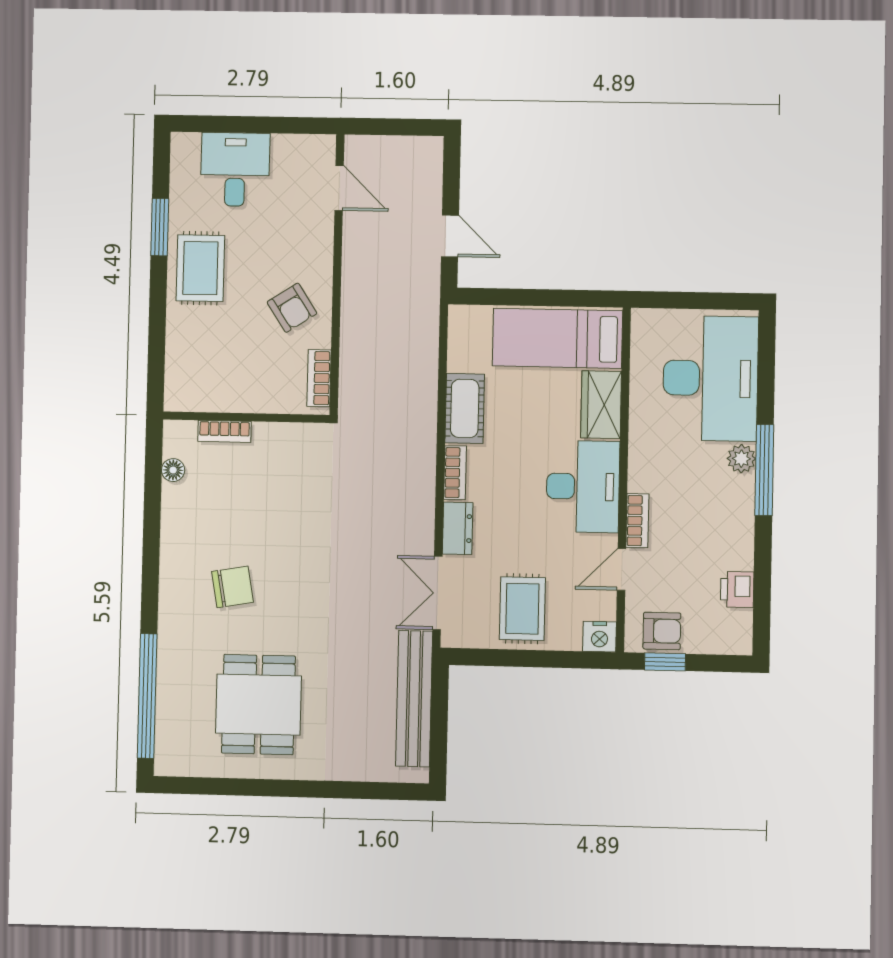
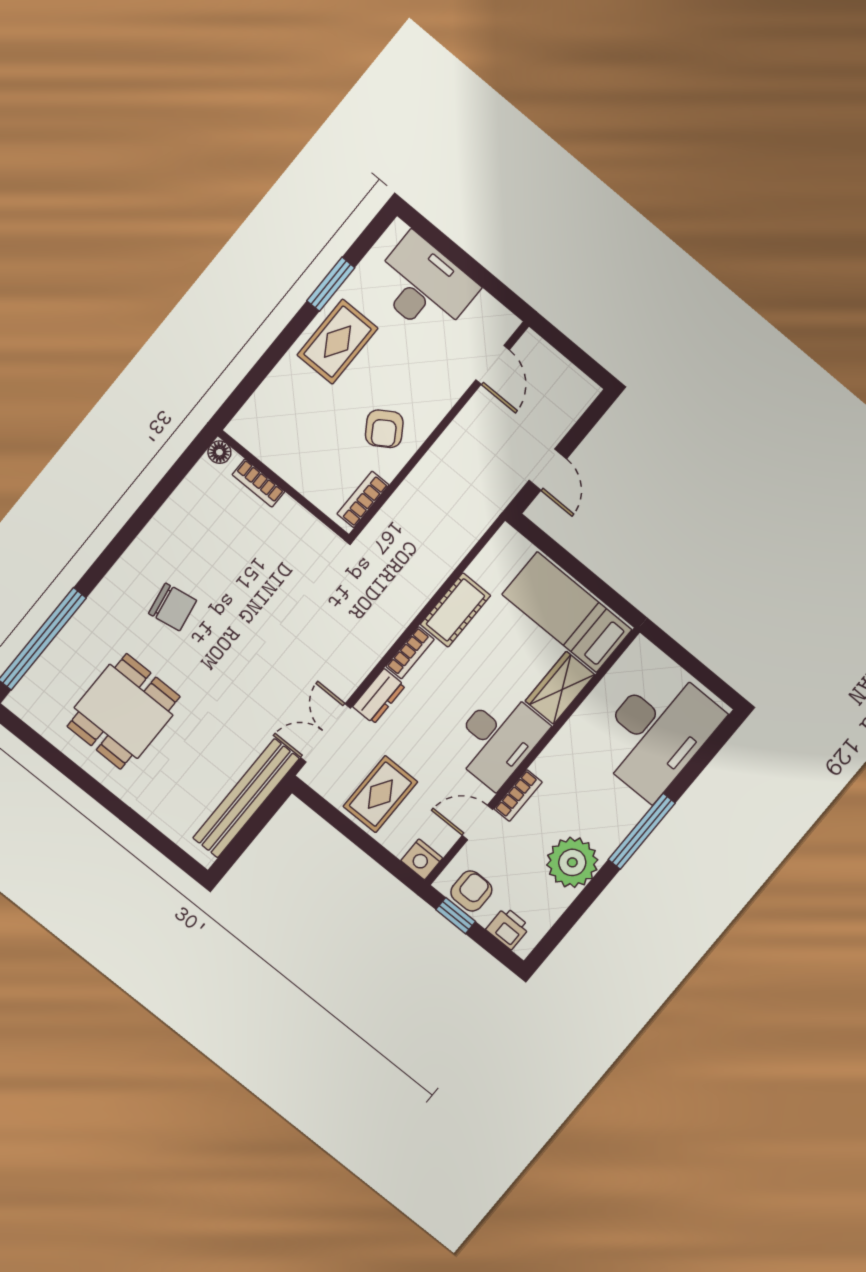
desk: (235, 169) -> (424, 286), width x1.37
plant: (741, 459) -> (572, 862), moved, width x1.88, depth x1.88
floor lamp: (173, 470) -> (219, 452), moved
printer: (737, 589) -> (508, 928), moved, turned 90
armchair: (662, 631) -> (471, 891), turned -90

